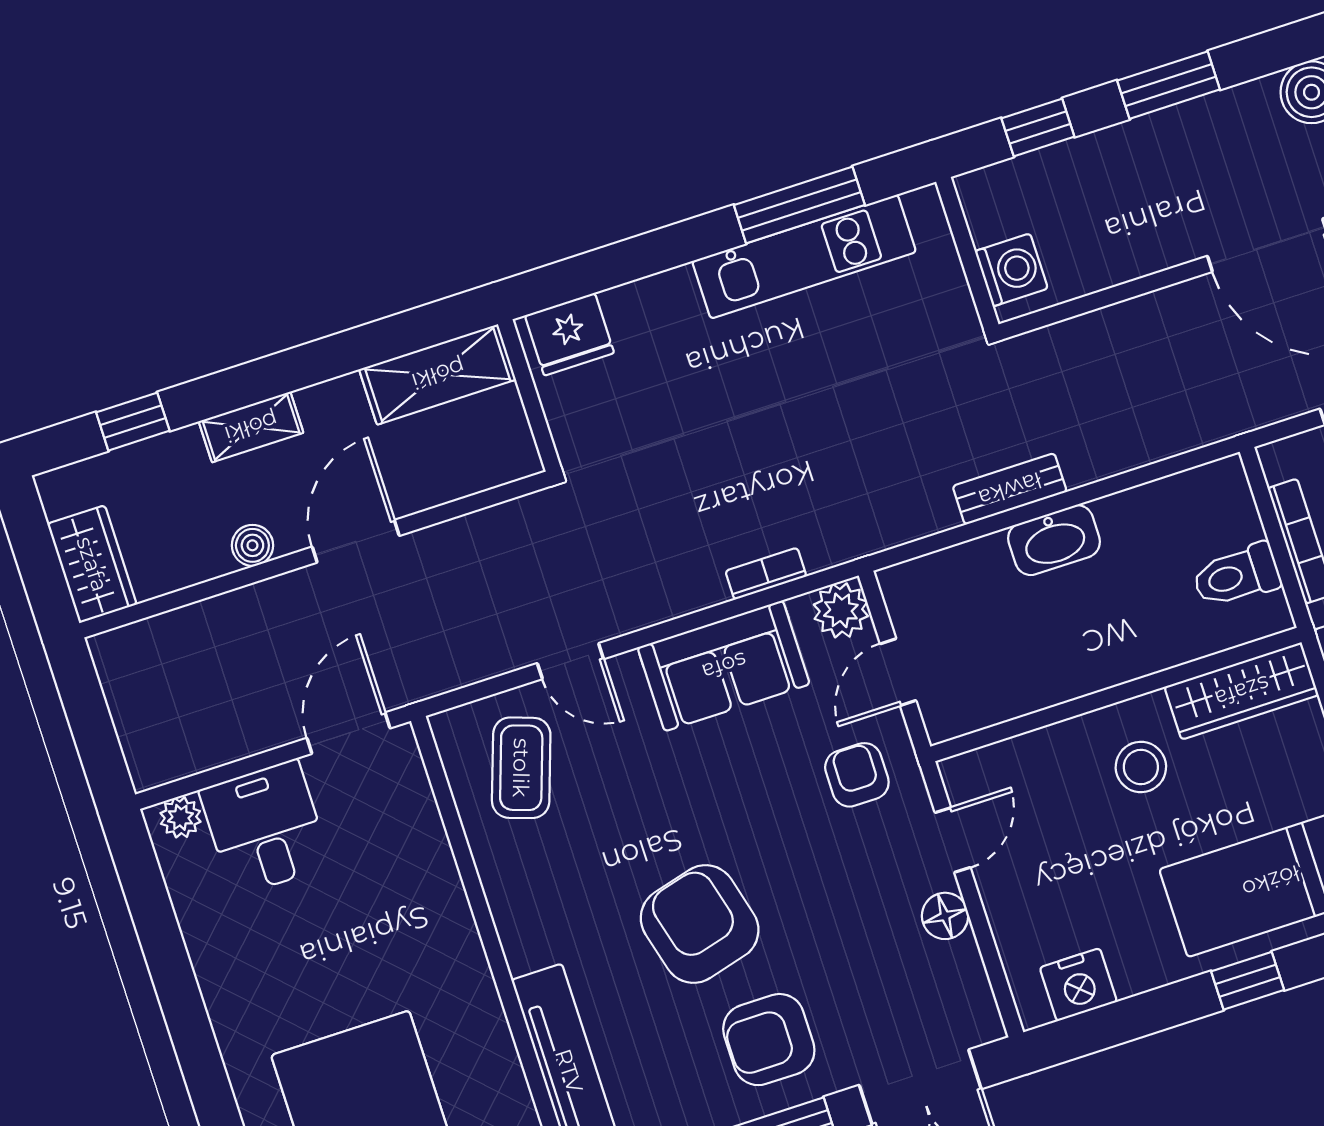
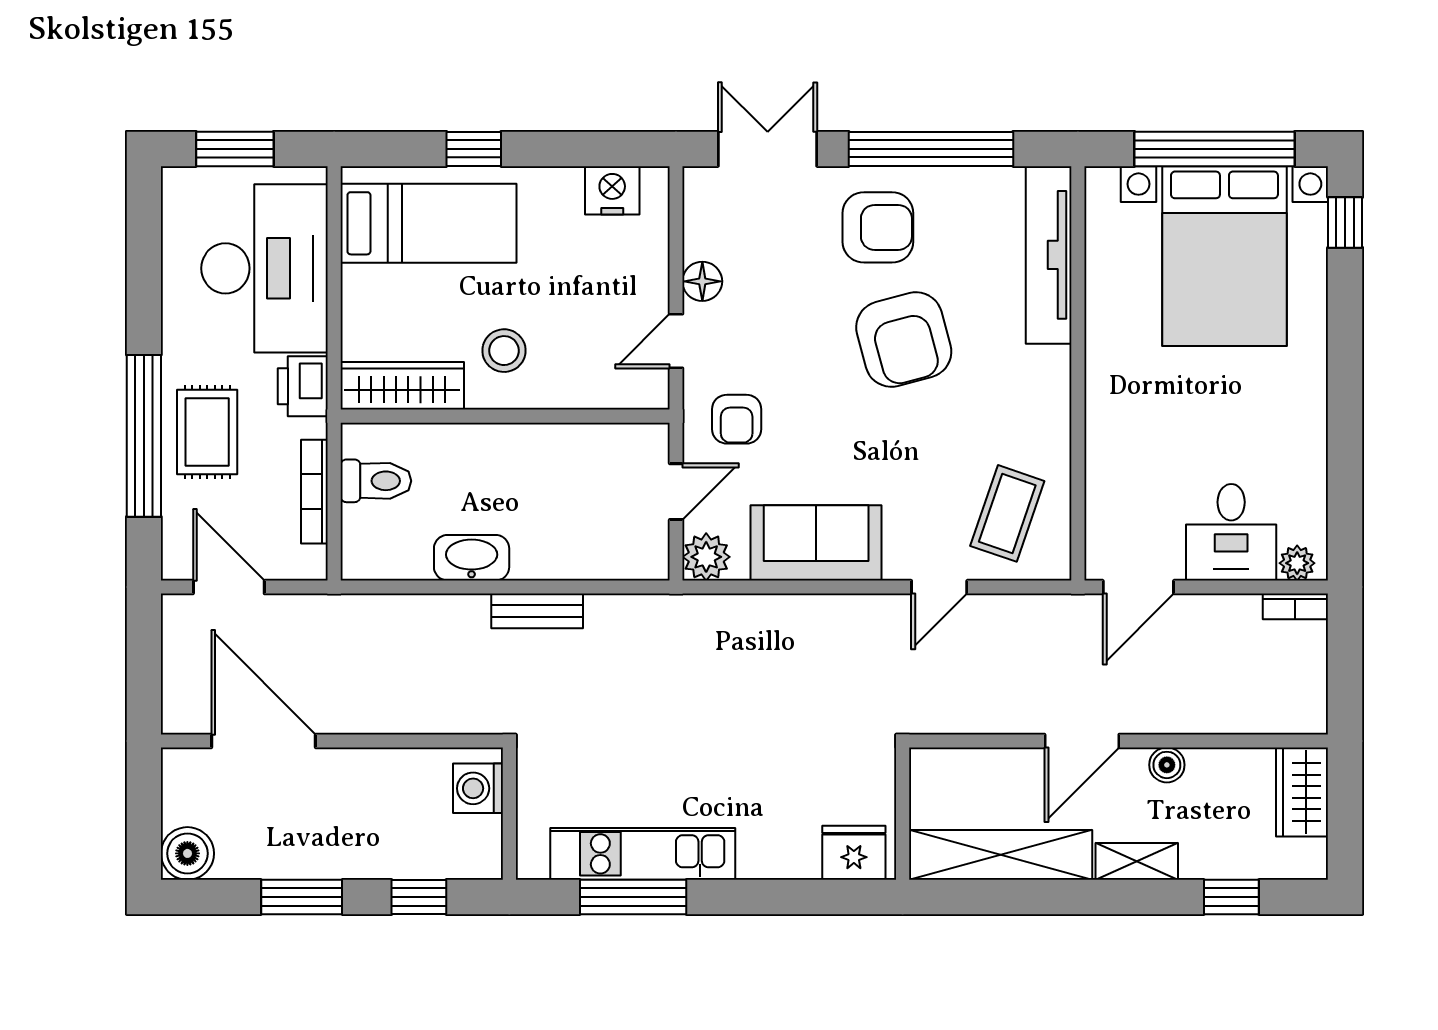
shelving: (438, 374) -> (1001, 855), width x1.47
washbasin: (1054, 540) -> (472, 558), moved
bookcase: (766, 574) -> (1295, 606), moved
door: (570, 661) -> (939, 587), swing flipped

